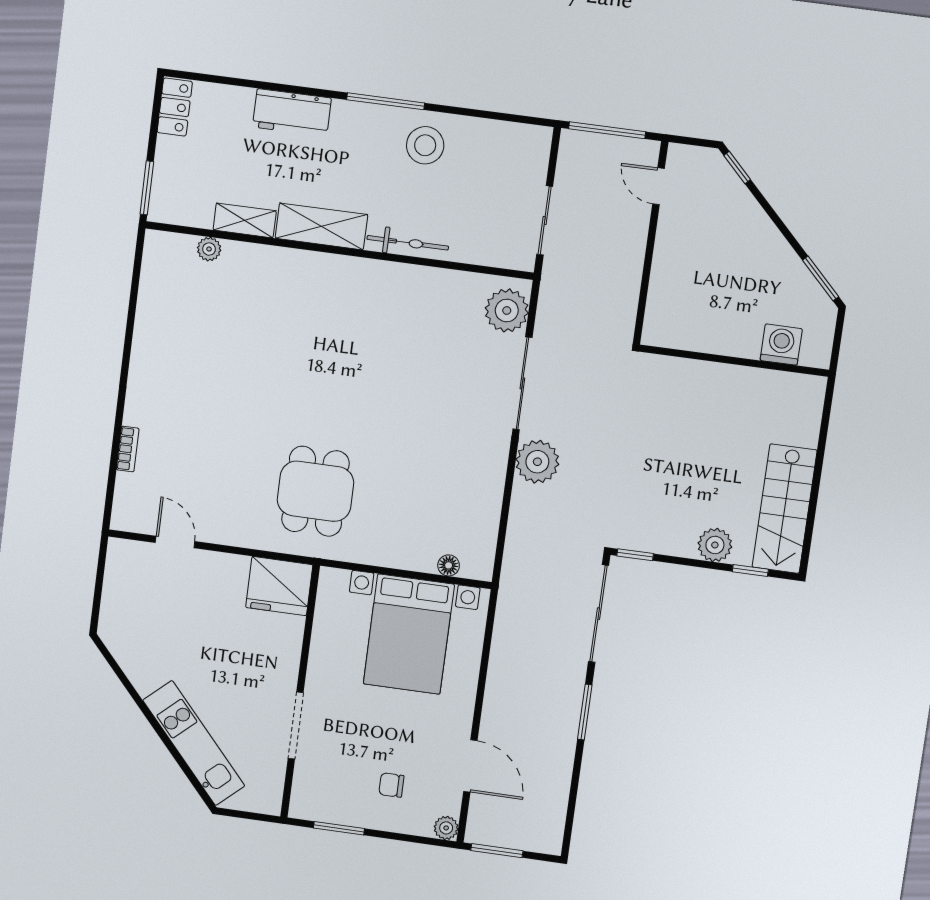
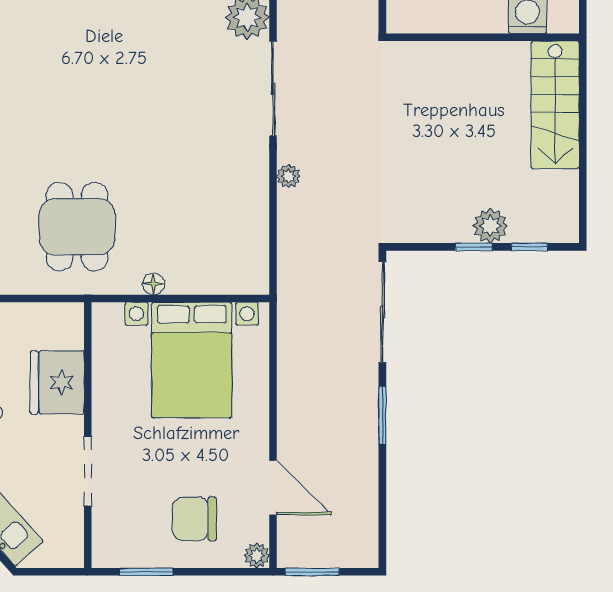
plant: (537, 462) -> (289, 176), width x0.53, depth x0.53
stairs: (785, 509) -> (555, 105), moved
window: (635, 555) -> (474, 247), moved
floor lamp: (449, 565) -> (154, 284), moved
fridge: (279, 586) -> (57, 382), moved, turned 90
chair: (391, 785) -> (195, 519), width x1.87, depth x1.87

